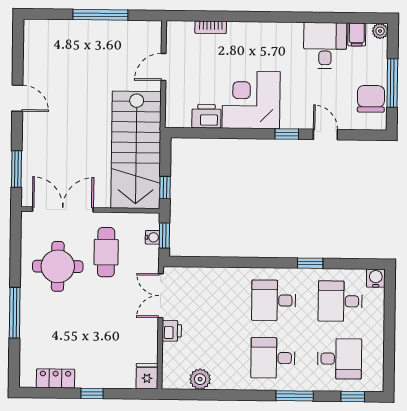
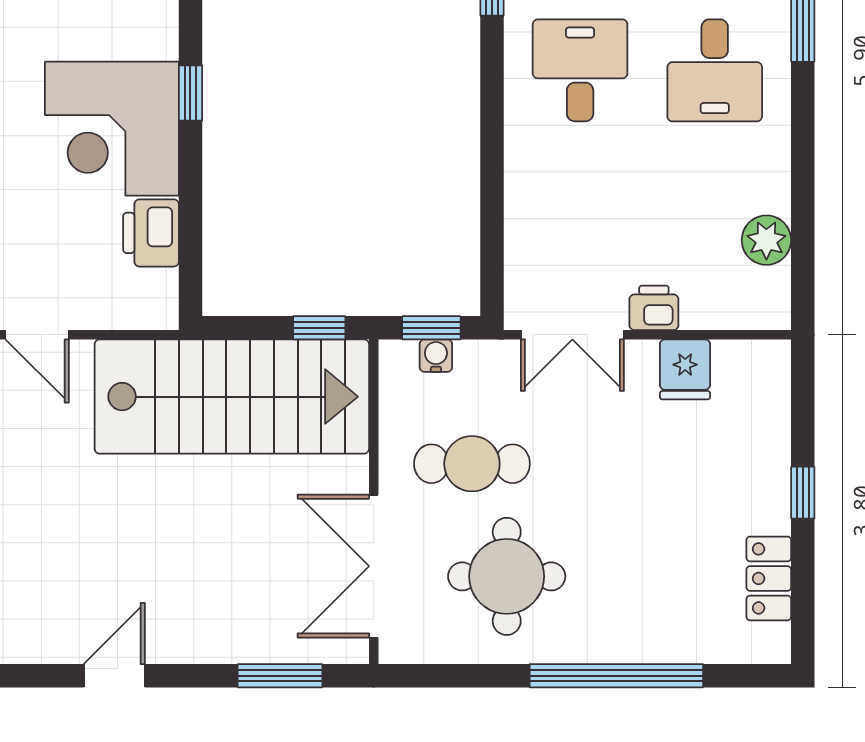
window: (287, 134) -> (190, 93), moved
desk: (274, 300) -> (580, 70), turned 180
window: (15, 313) -> (616, 676), width x1.46
fridge: (147, 376) -> (685, 369), moved, turned -90

